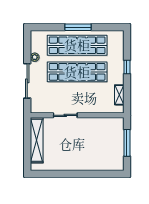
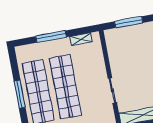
window: (127, 67) -> (51, 37), width x2.17

